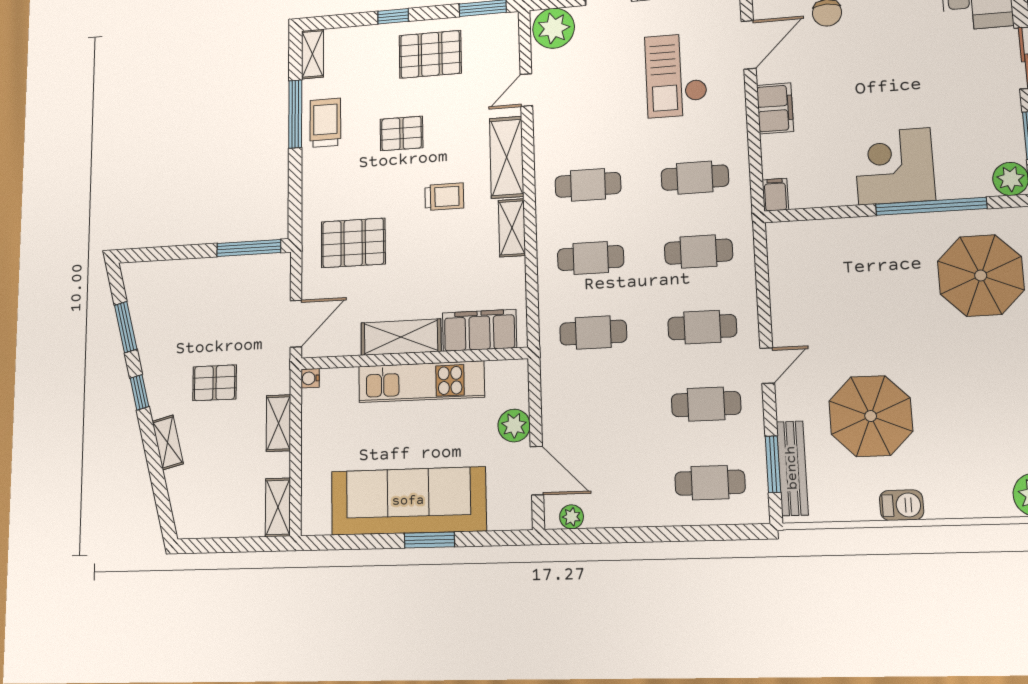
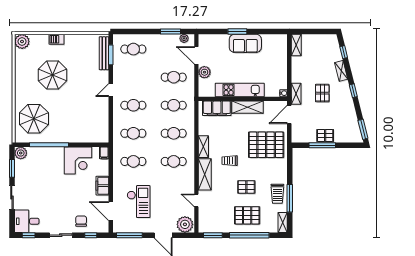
window: (393, 16) -> (249, 235), width x3.17
door: (749, 45) -> (111, 211), hinge flipped
pallet: (430, 54) -> (247, 215), moved
door: (526, 90) -> (196, 200), swing flipped
corner desk: (894, 166) -> (78, 161), moved
pallet: (353, 243) -> (266, 145), width x1.37, depth x1.41
window: (249, 248) -> (322, 145), moved
pallet: (209, 275) -> (325, 135), added
window: (126, 327) -> (363, 129), moved
pallet: (215, 383) -> (322, 93), turned 90
cafe table: (706, 404) -> (174, 77), moved
parasol: (871, 416) -> (52, 75), moved
shelving: (278, 423) -> (296, 94), moved
window: (161, 492) -> (344, 52), added
sofa: (408, 501) -> (245, 43), width x0.54, depth x0.79
barbecue: (902, 505) -> (57, 39), moved
window: (609, 535) -> (171, 31), added

